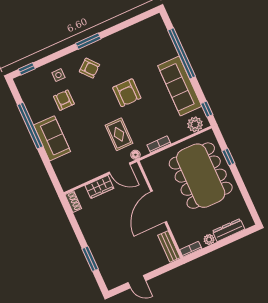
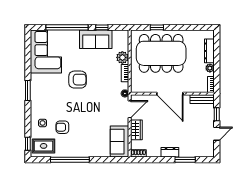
corner sofa: (143, 42) -> (46, 52), added
armchair: (89, 68) -> (48, 98), removed
sofa: (180, 86) -> (96, 39), width x0.73
window: (207, 109) -> (102, 27), moved
plant: (195, 124) -> (122, 57), moved
rug: (119, 134) -> (44, 146), moved
sofa: (52, 138) -> (119, 142), moved, turned -90
dresser: (91, 237) -> (170, 152), added
window: (159, 271) -> (217, 114), added

